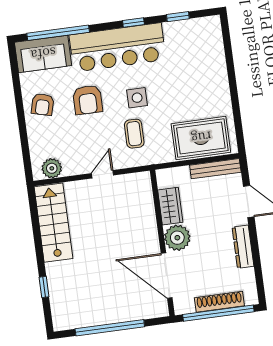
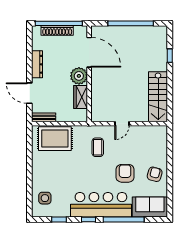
window: (58, 33) -> (124, 219), moved
side table: (137, 98) -> (45, 198), moved
plant: (52, 168) -> (154, 132), removed
bench: (215, 169) -> (44, 117), width x0.73

